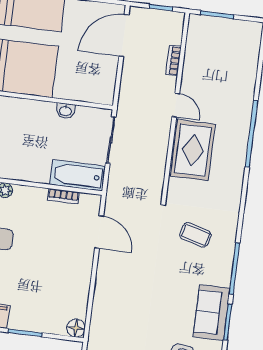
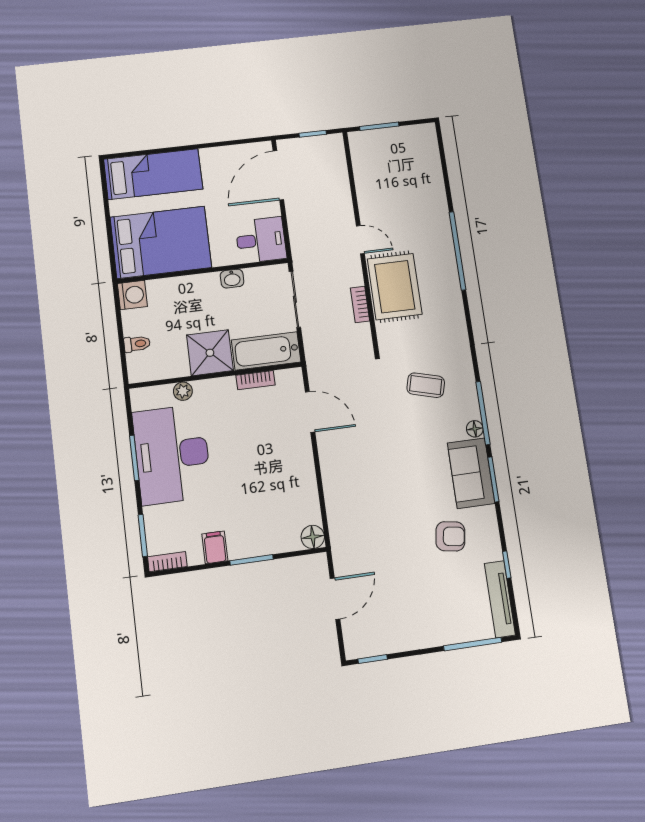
bookcase: (174, 60) -> (360, 304), moved
desk: (96, 85) -> (261, 240), added
shower: (33, 166) -> (210, 353), added
floor lamp: (224, 279) -> (475, 429), added

